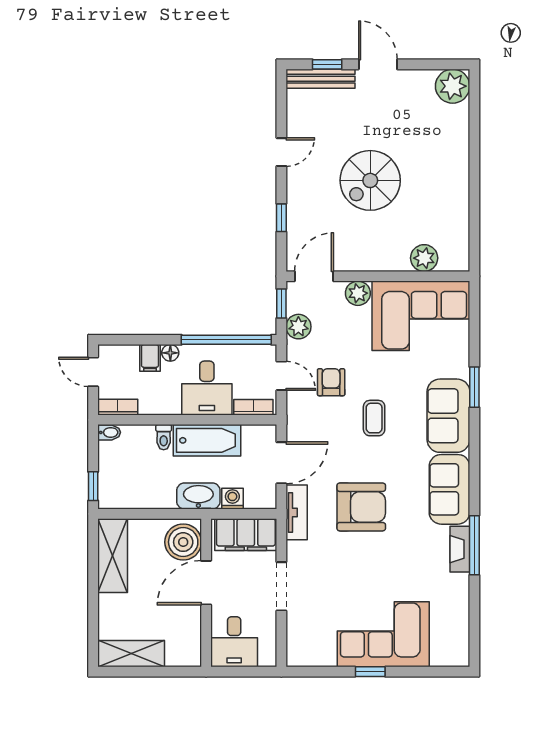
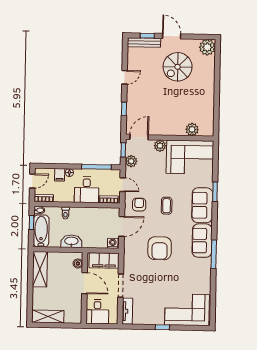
spiral stairs: (370, 180) -> (178, 67), moved
window: (226, 340) -> (96, 167), width x0.68
door: (93, 372) -> (32, 181), swing flipped
armchair: (331, 382) -> (139, 205), moved
bathtub: (207, 440) -> (41, 231), moved, turned -90
window: (93, 486) -> (31, 223), moved
washbasin: (198, 496) -> (71, 241), moved
washing machine: (232, 499) -> (113, 243), moved
armchair: (361, 507) -> (160, 248), turned 90
tv unit: (297, 512) -> (127, 311), moved
boiler: (183, 542) -> (78, 263), width x0.54, depth x0.54
window: (474, 545) -> (214, 254), moved
fireplace: (460, 549) -> (207, 269), removed
door: (206, 583) -> (84, 283), swing flipped
corner sofa: (383, 634) -> (187, 310), moved

